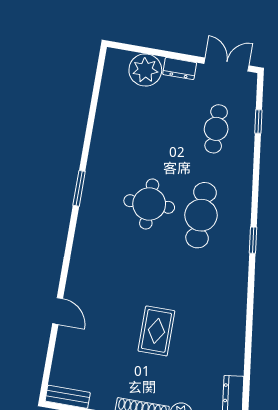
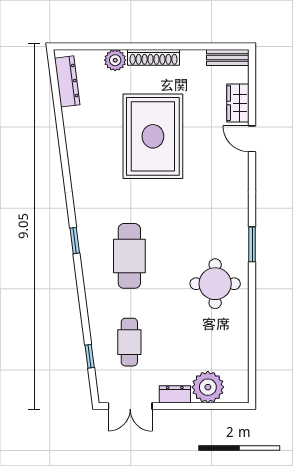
window: (79, 188) -> (252, 244), moved
round table: (149, 204) -> (215, 284), moved
rug: (156, 331) -> (153, 136), width x1.86, depth x2.06
wardrobe: (65, 349) -> (238, 103), added

